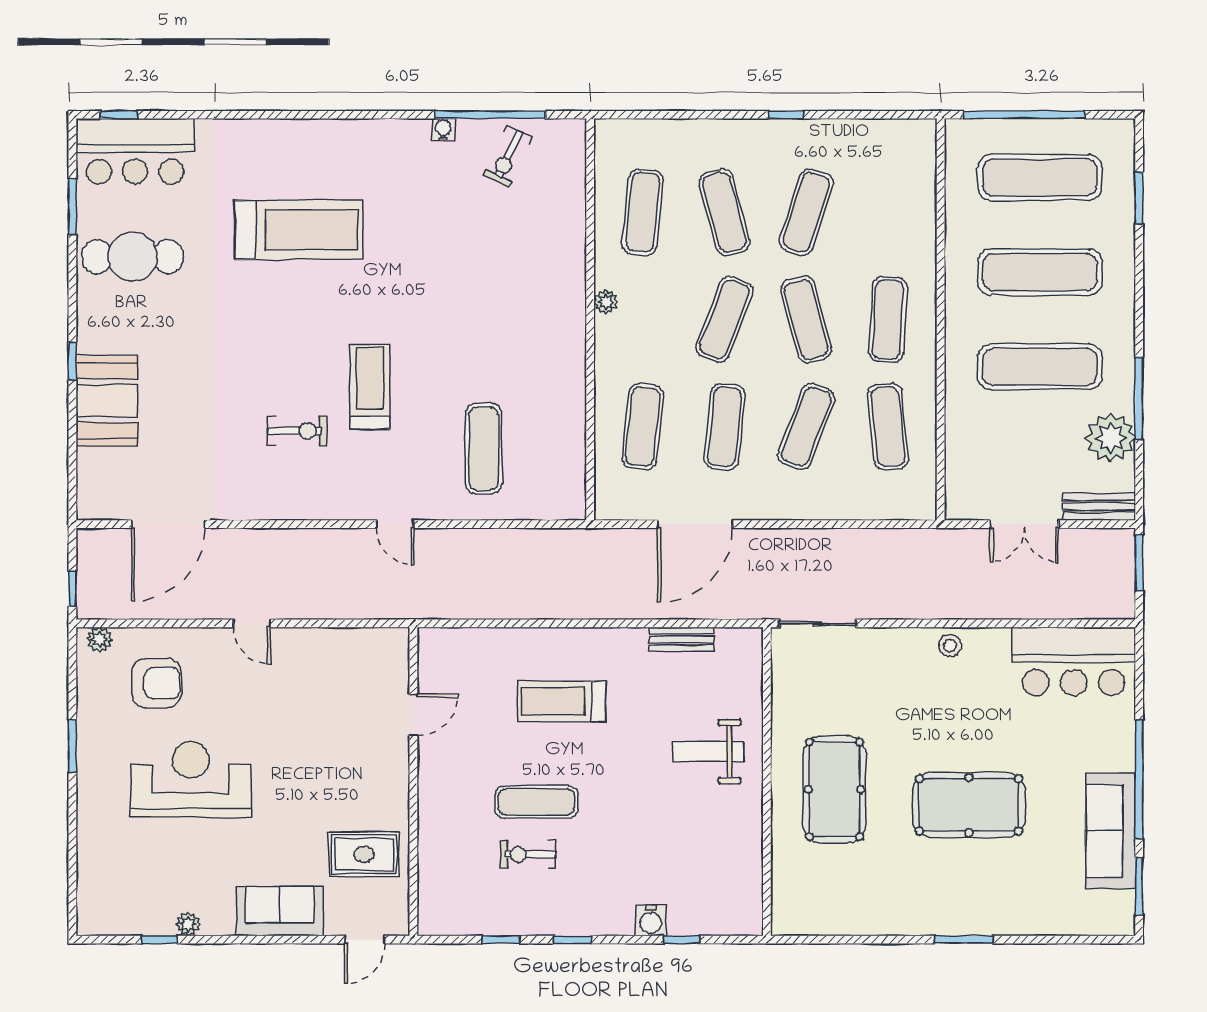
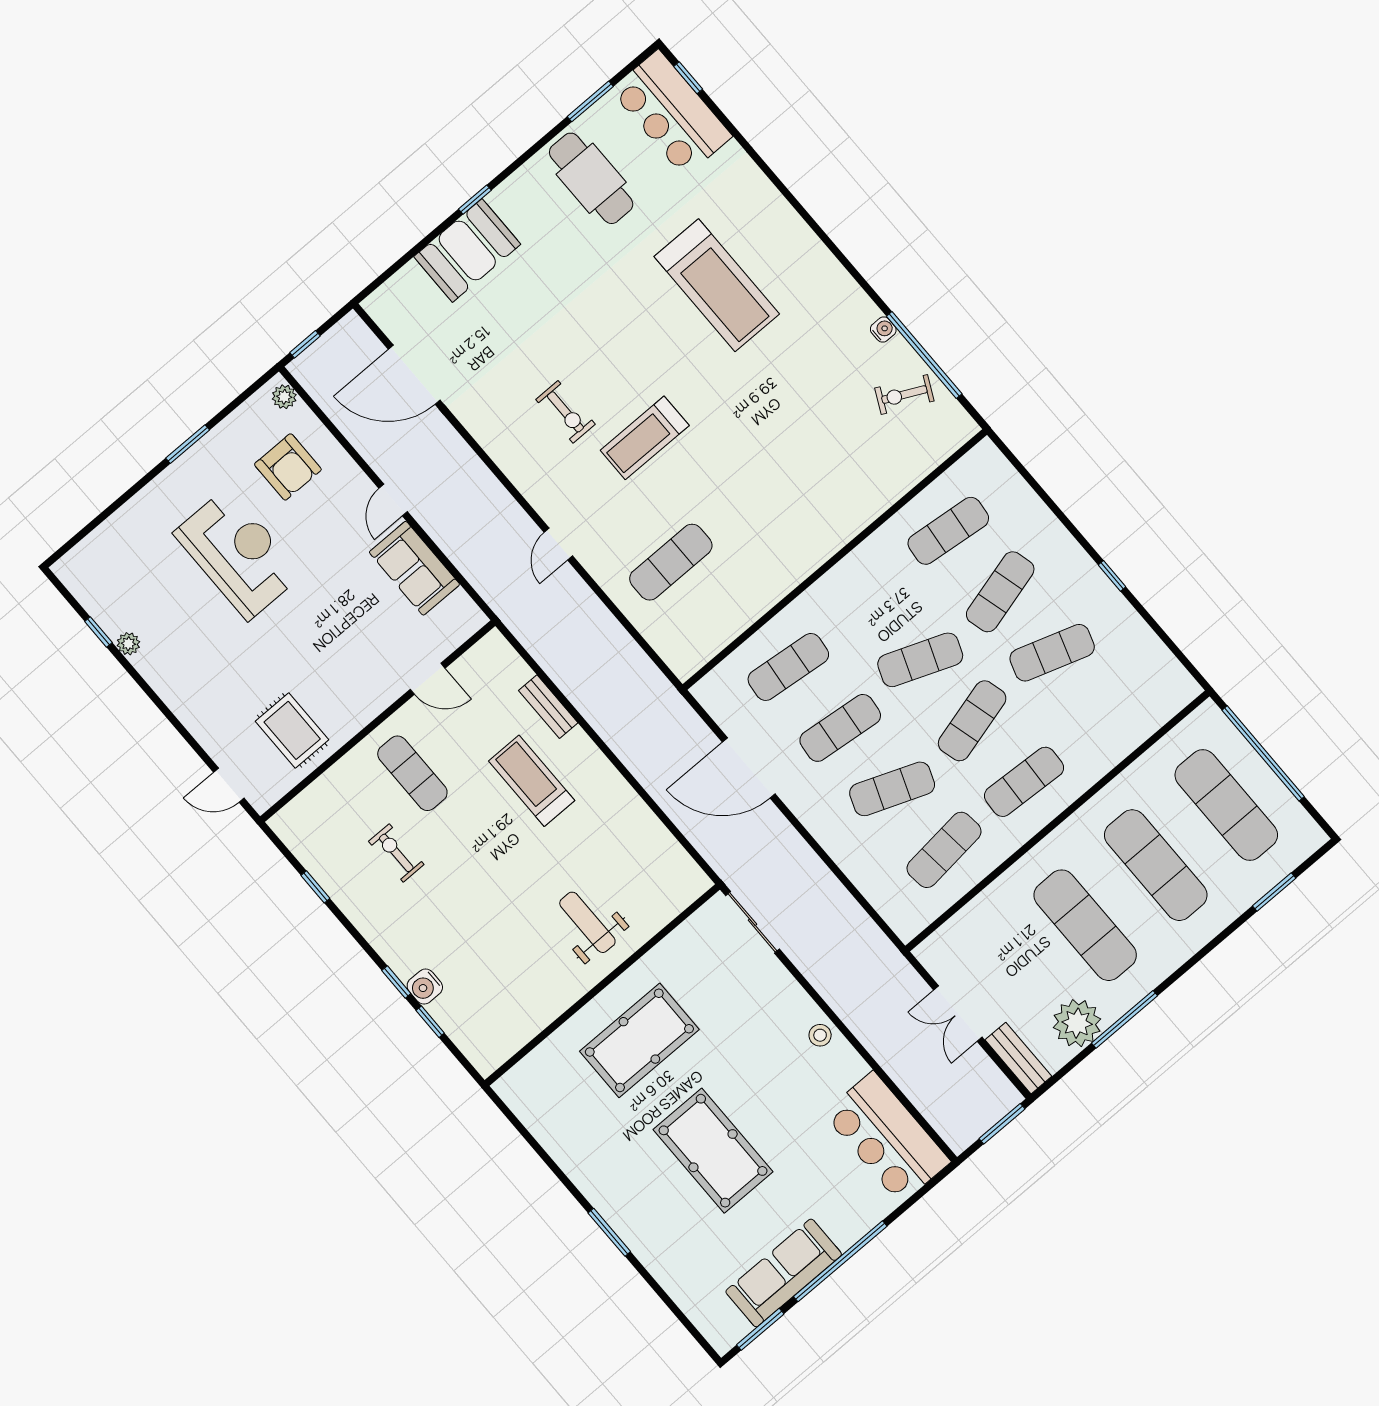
plant: (606, 302) -> (858, 560), removed
treadmill: (370, 387) -> (645, 438), turned 180
bench: (682, 639) -> (548, 707), moved
exercise mat: (536, 802) -> (412, 773), moved
sofa: (280, 911) -> (414, 568), moved, turned 180
window: (572, 940) -> (396, 982), moved

